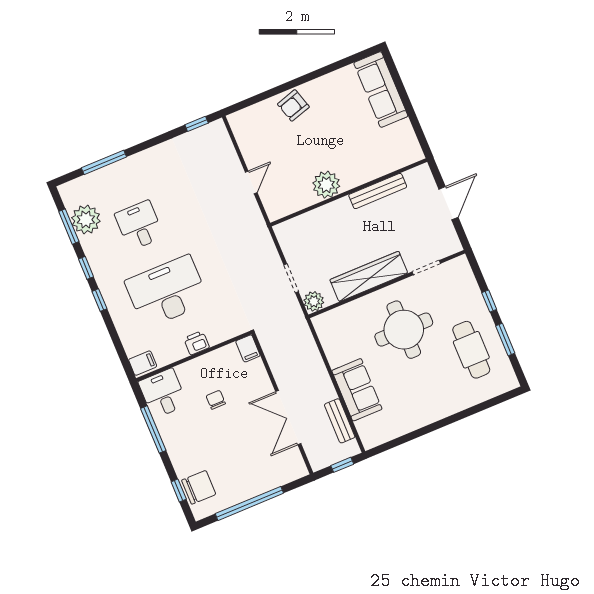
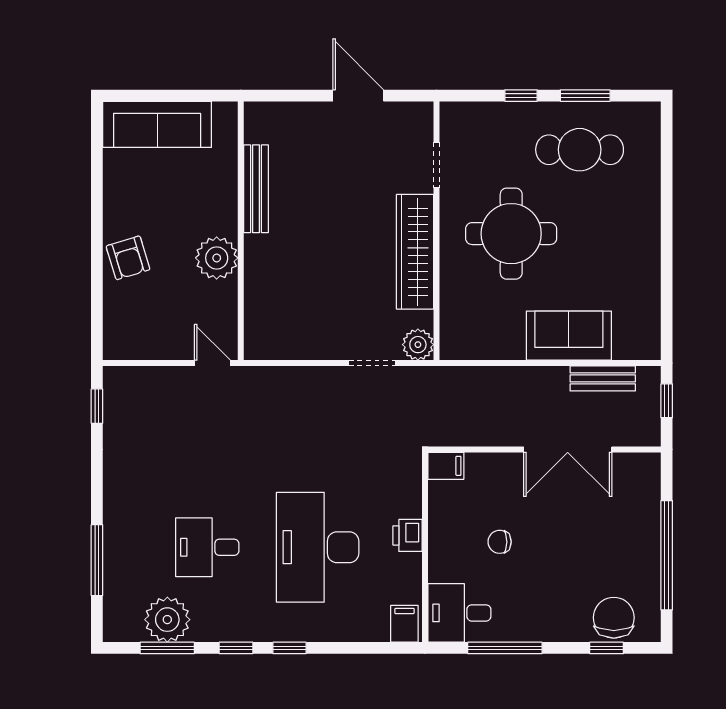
plant: (326, 185) -> (217, 258), moved
bench: (378, 191) -> (256, 189), moved
wall: (349, 192) -> (241, 231), moved

